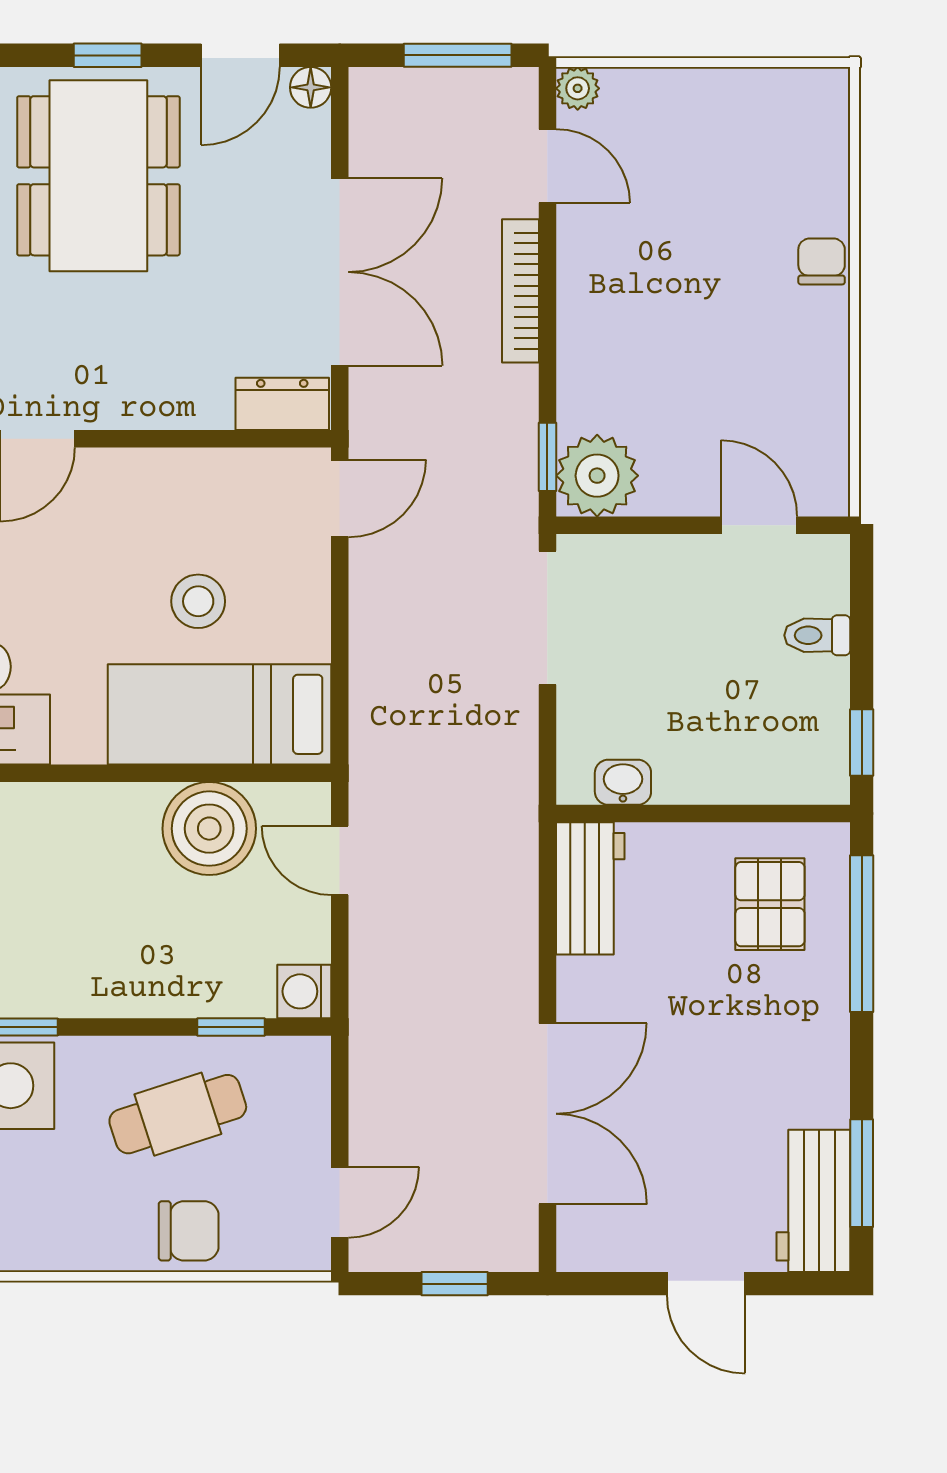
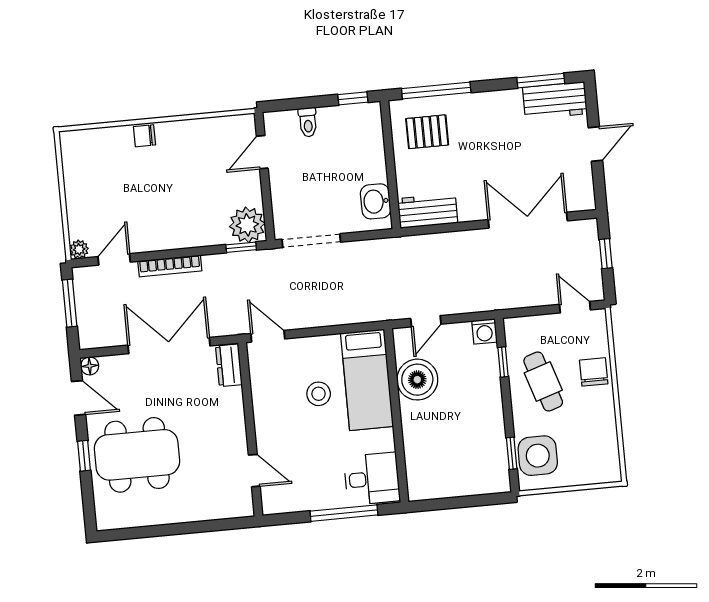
washbasin: (623, 782) -> (376, 201), width x1.38, depth x1.45

